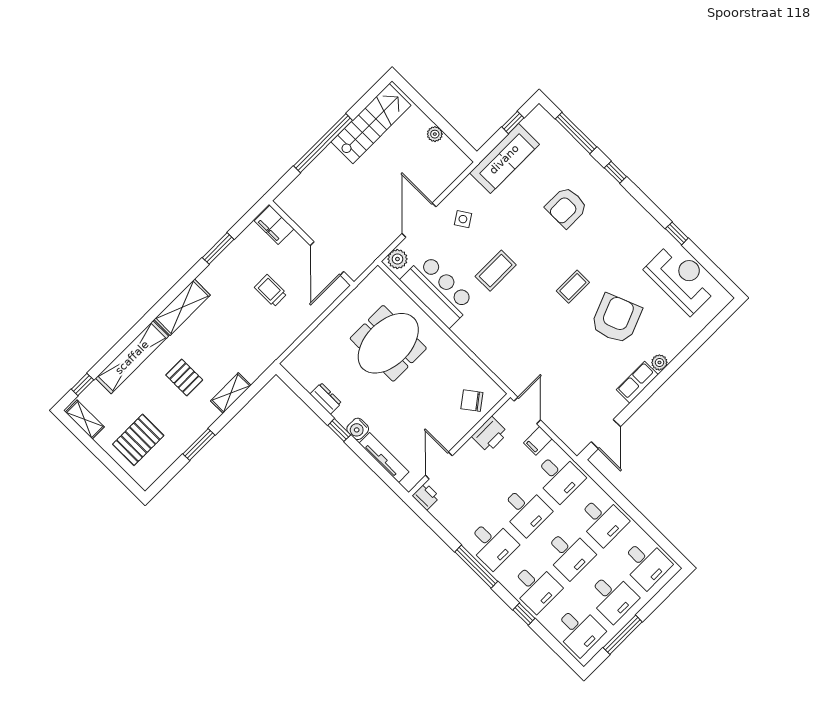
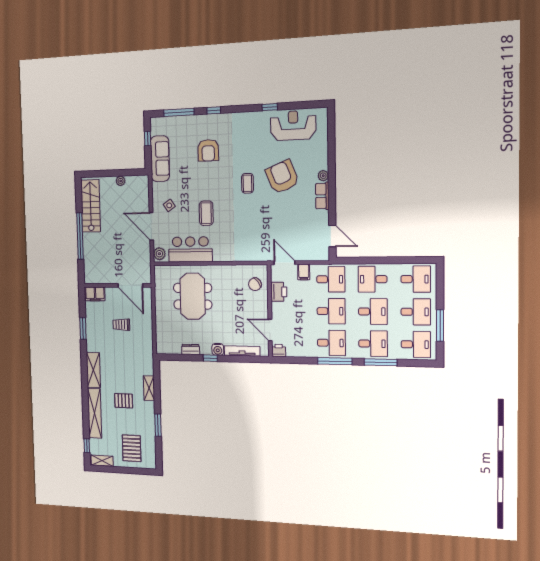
desk: (602, 520) -> (373, 279), turned 180
window: (524, 614) -> (381, 362), width x2.17

